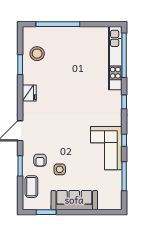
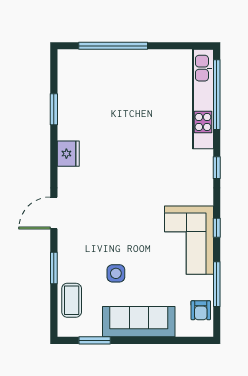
stool: (37, 54) -> (80, 92), removed
armchair: (40, 160) -> (201, 310), moved

